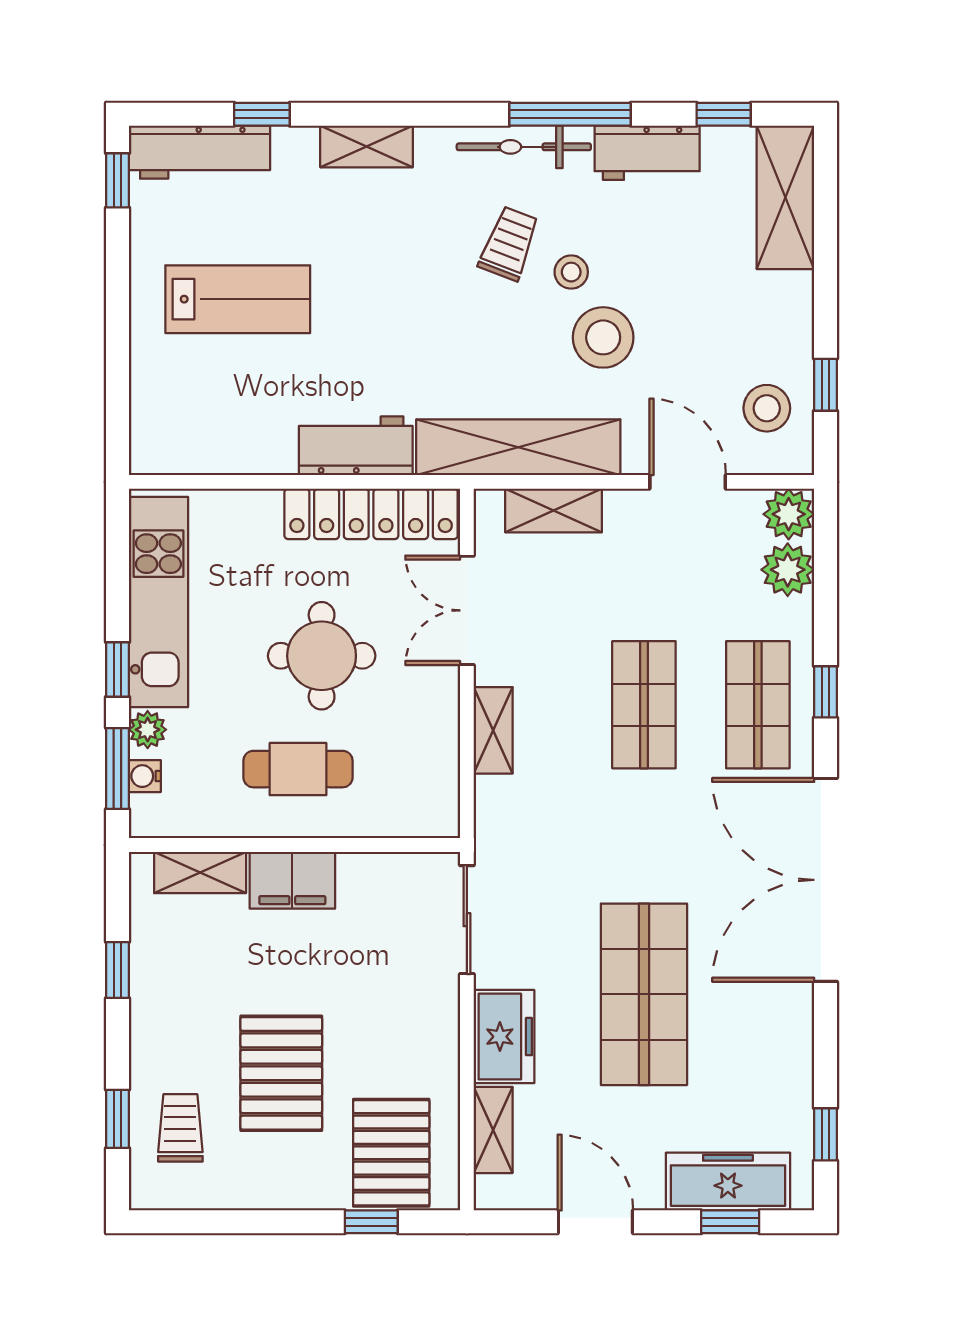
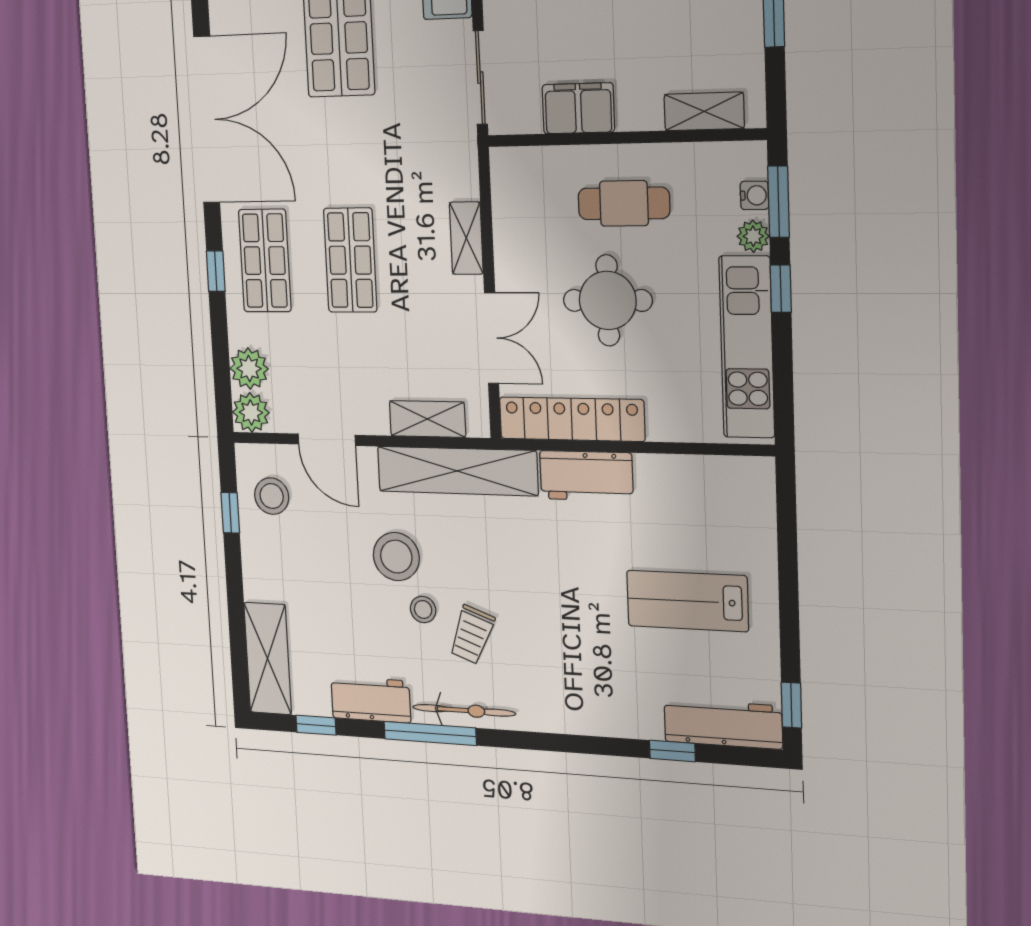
shelving: (366, 146) -> (587, 719), removed
filing cabinet: (292, 880) -> (578, 108), moved

